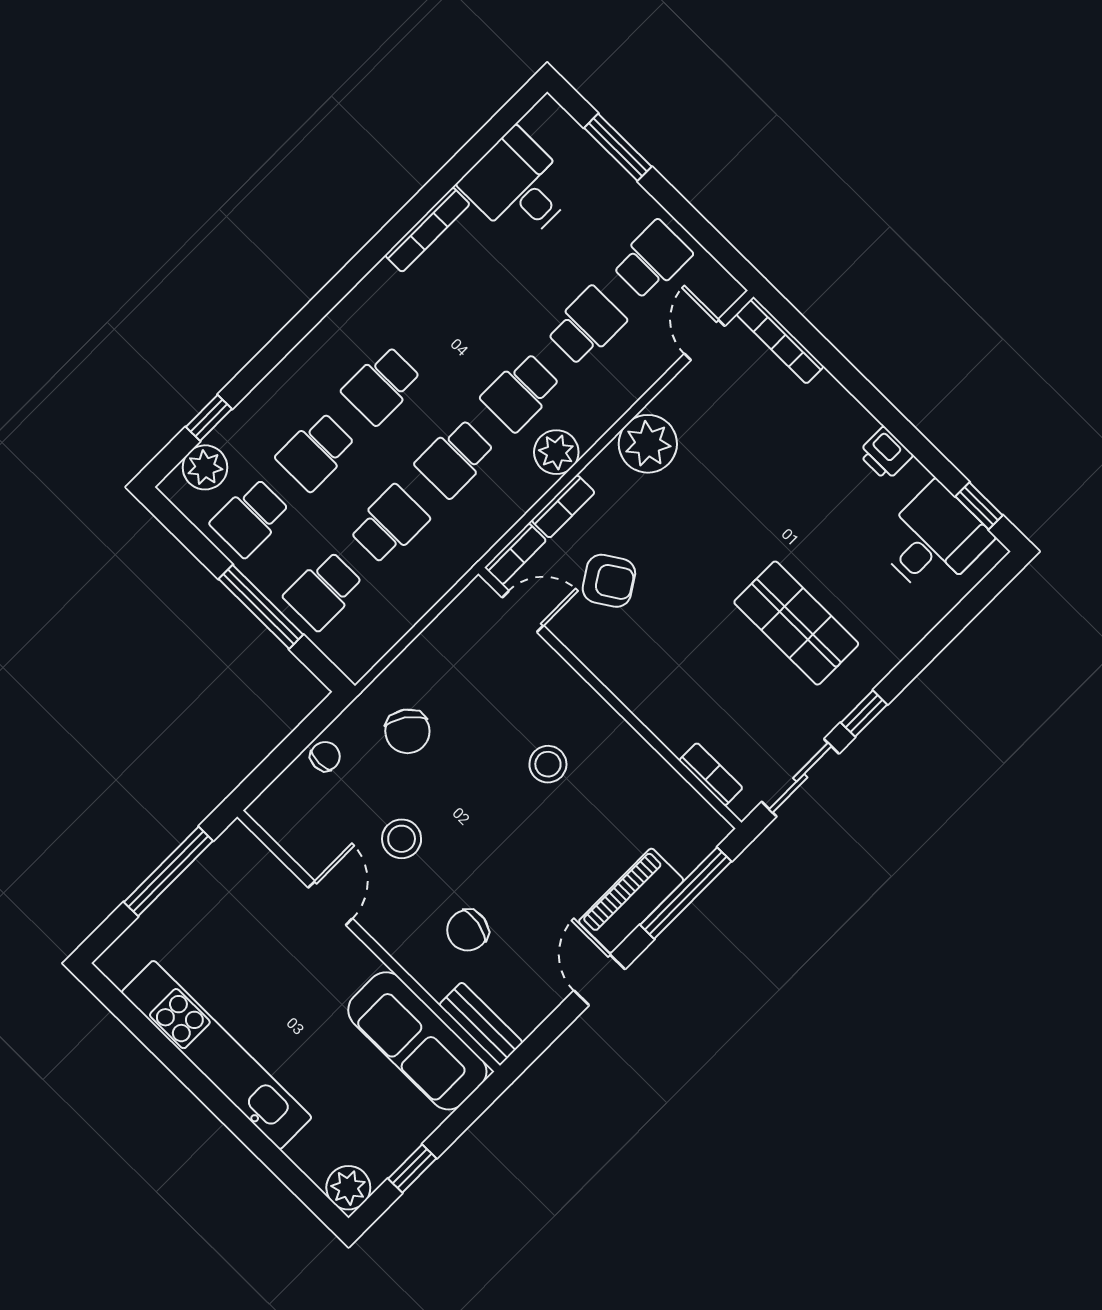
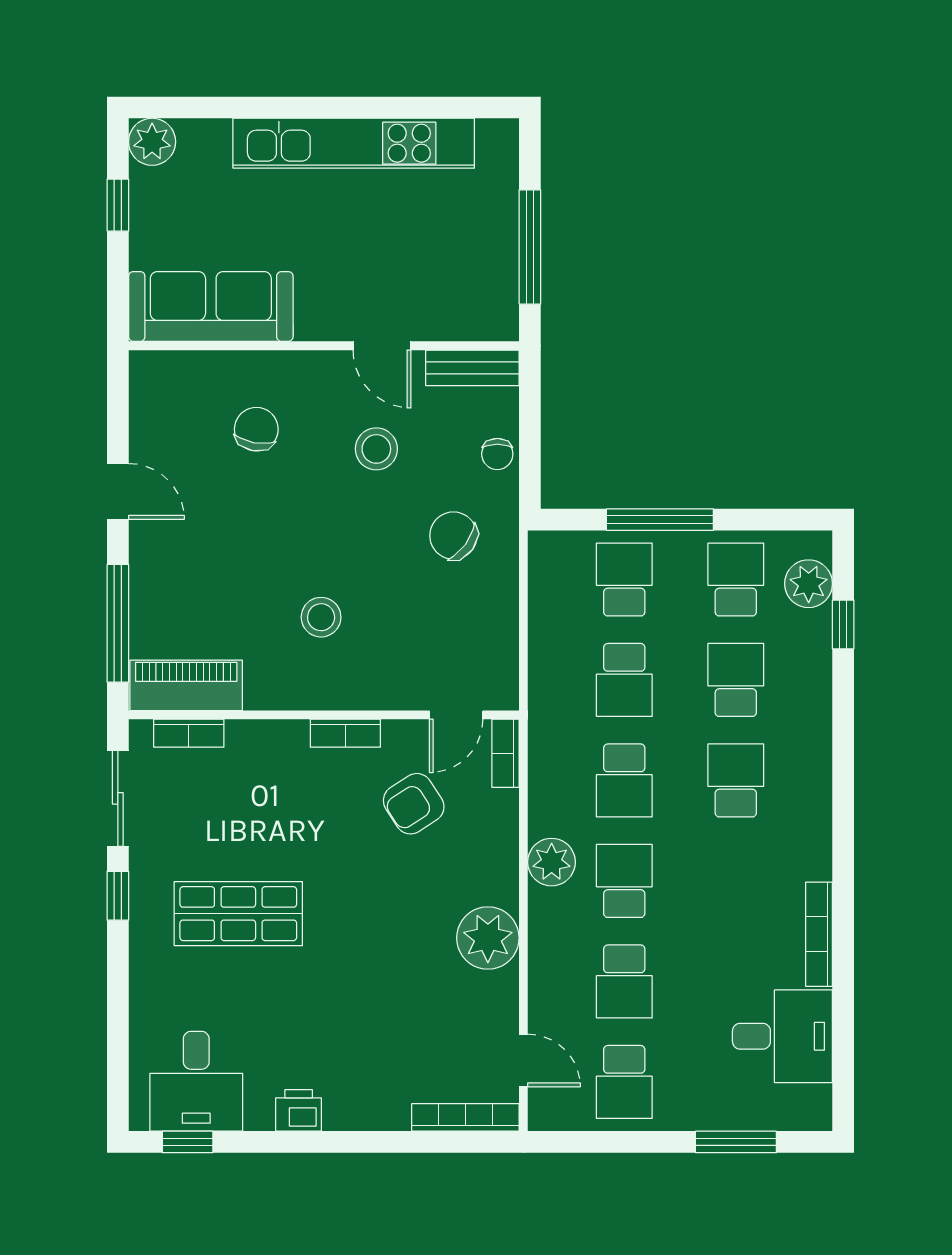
school desk: (455, 458) -> (624, 780), turned 180
bookcase: (563, 506) -> (345, 733), moved, turned -90
piano: (631, 901) -> (186, 685), moved, turned -90
bench: (481, 1024) -> (472, 368), moved

